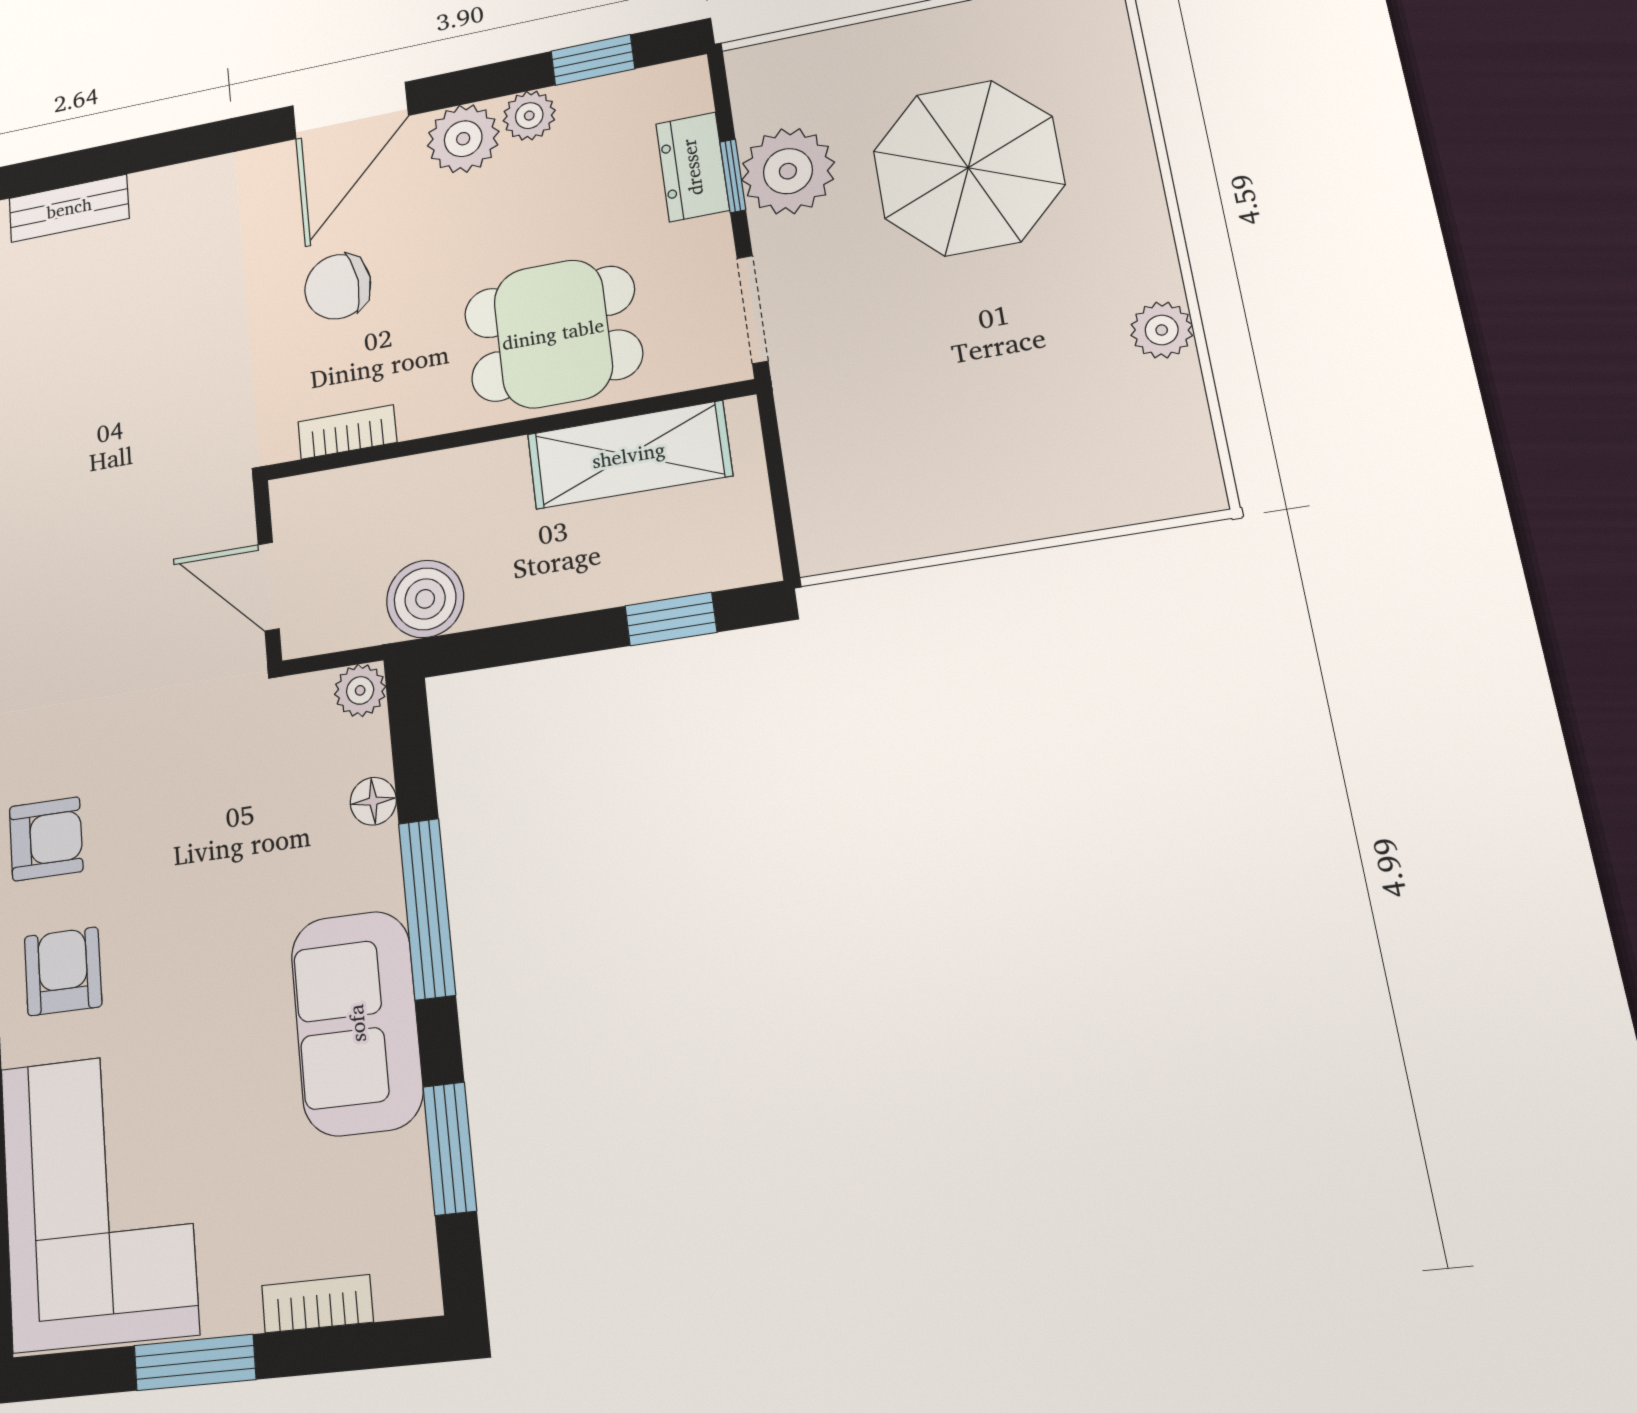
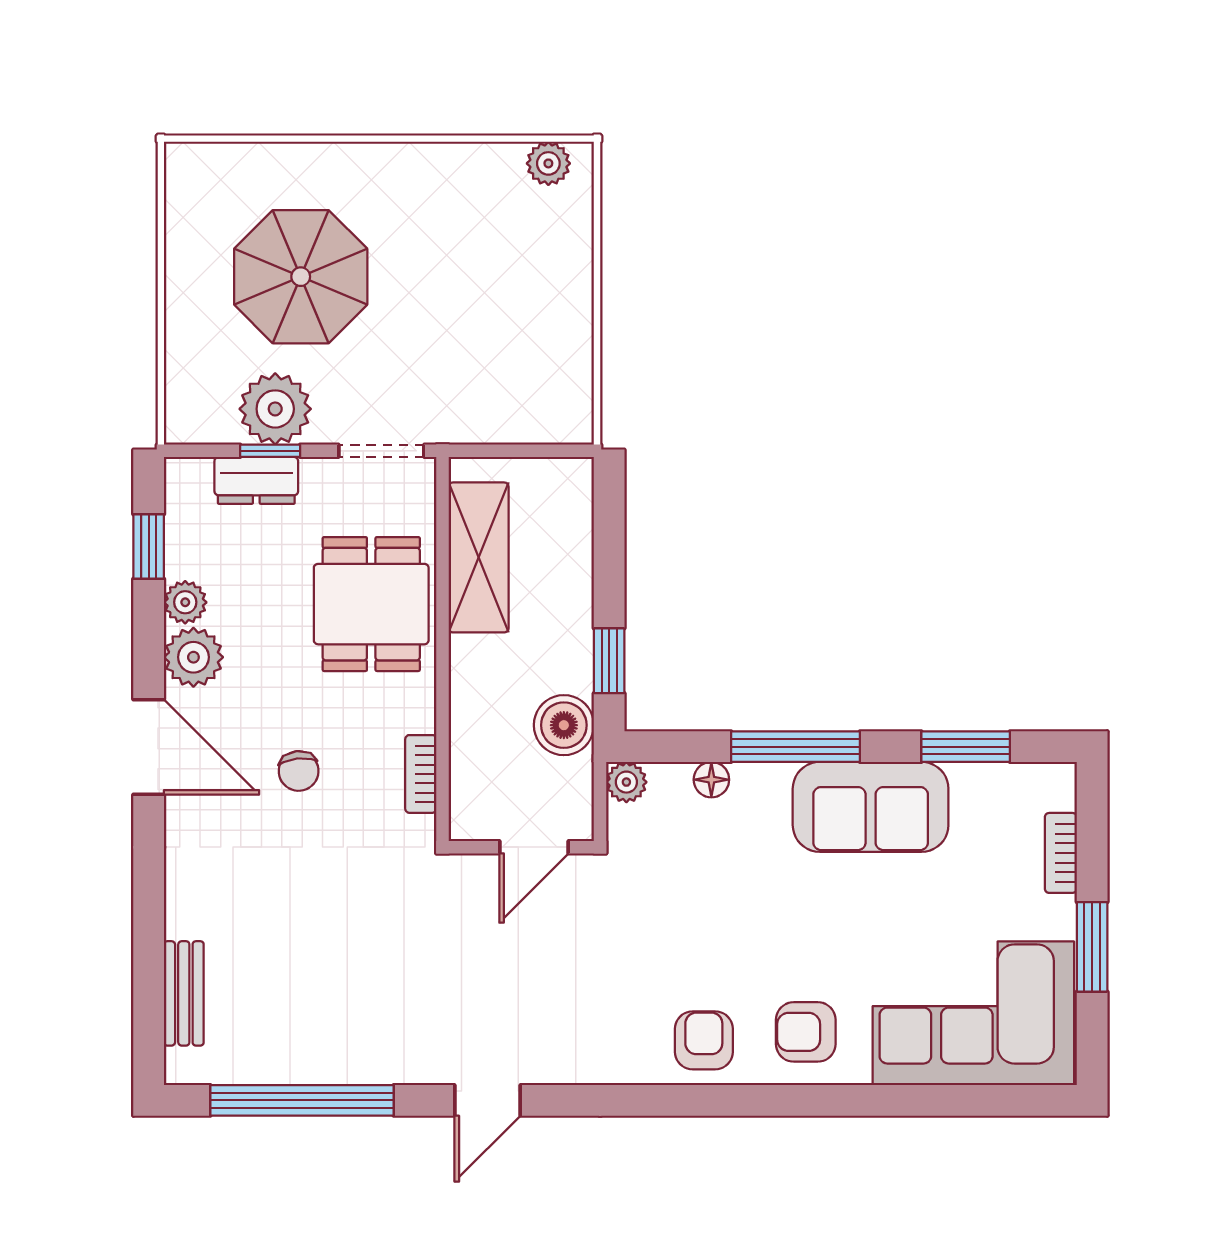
chair: (338, 287) -> (299, 771), width x0.73, depth x0.73
plant: (1162, 330) -> (548, 163), moved
window: (671, 619) -> (609, 661), moved

